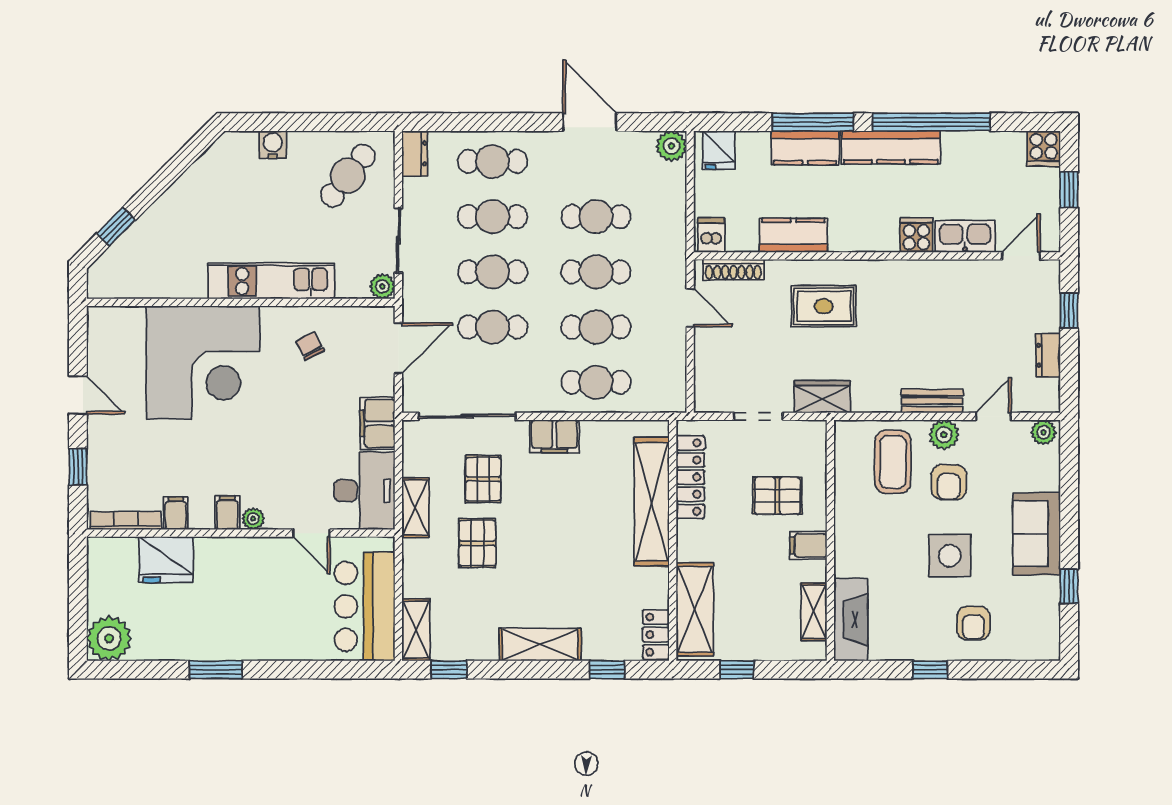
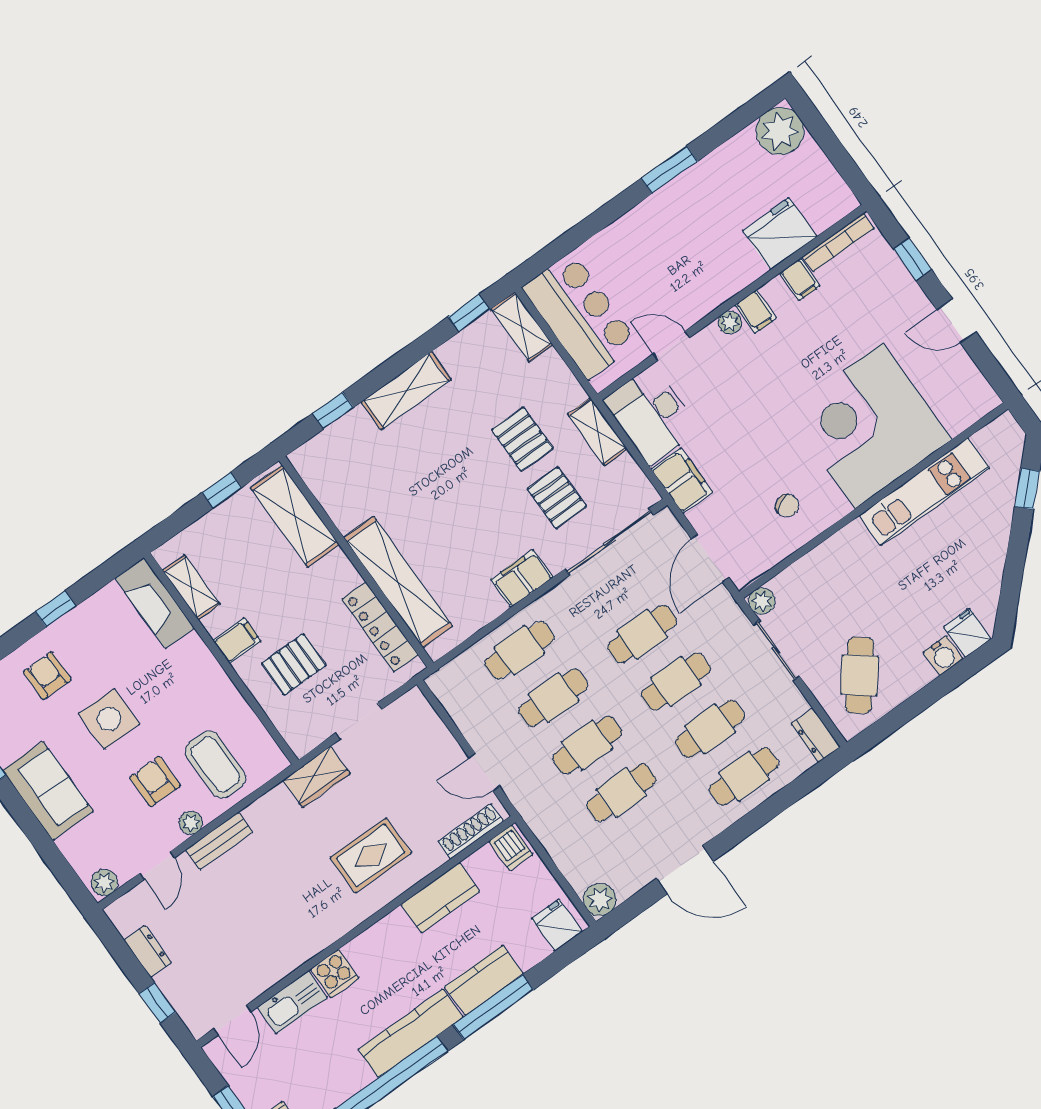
fridge: (241, 149) -> (967, 633), added
kitchen unit: (271, 281) -> (924, 492), moved
plant: (944, 435) -> (191, 823), width x0.73, depth x0.73
locker: (656, 635) -> (313, 470), removed

